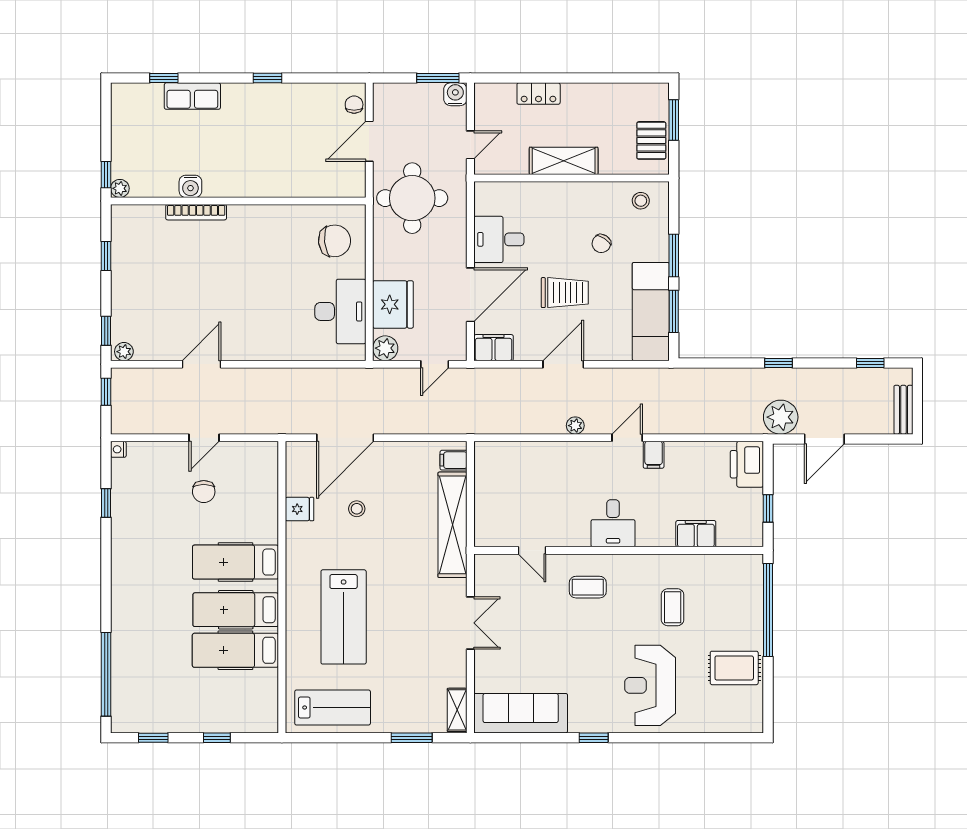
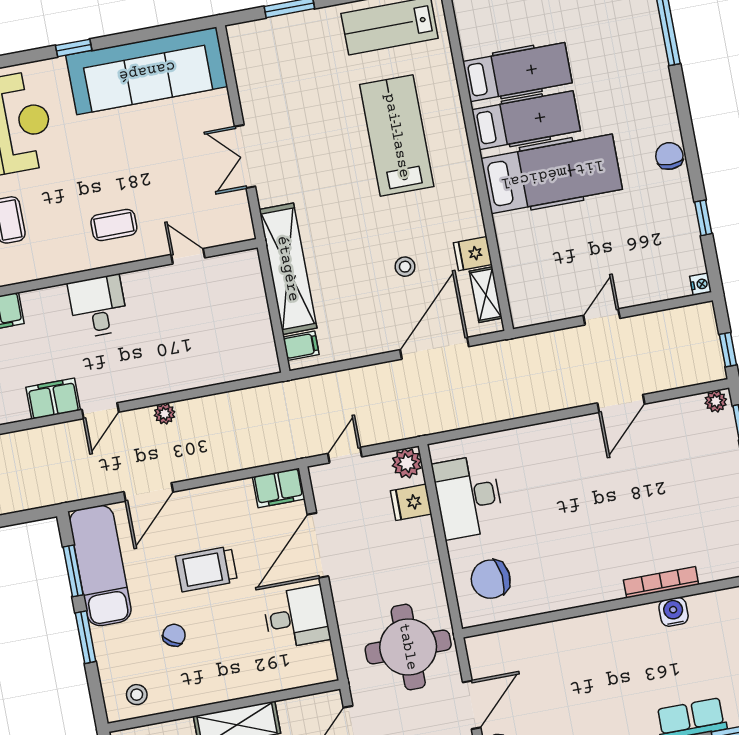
fridge: (393, 304) -> (411, 502), width x0.53, depth x0.75
door: (563, 364) -> (148, 492), moved
filing cabinet: (654, 455) -> (53, 399), width x2.00
chair: (204, 492) -> (669, 156), moved
hospital bed: (236, 562) -> (552, 174), width x1.37, depth x1.29
shelving: (457, 710) -> (486, 295), moved
sofa: (521, 713) -> (147, 71), width x1.36, depth x1.27

